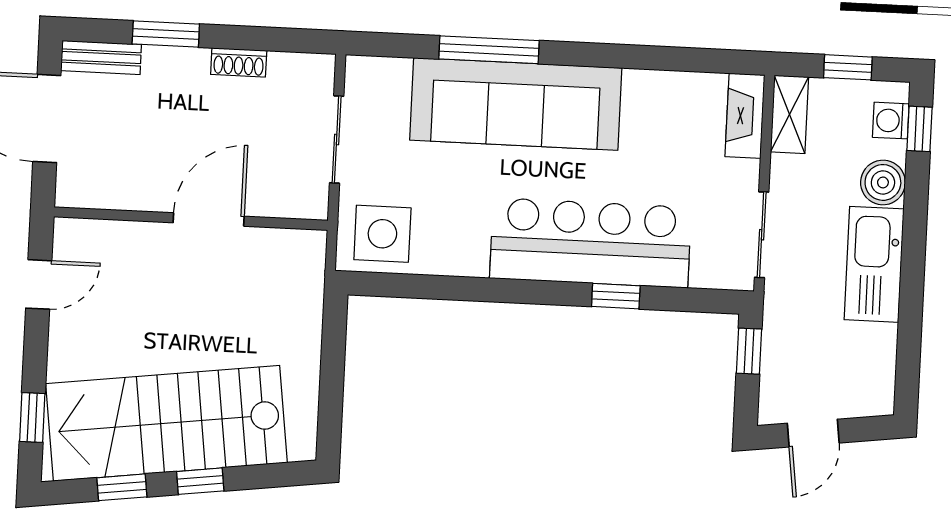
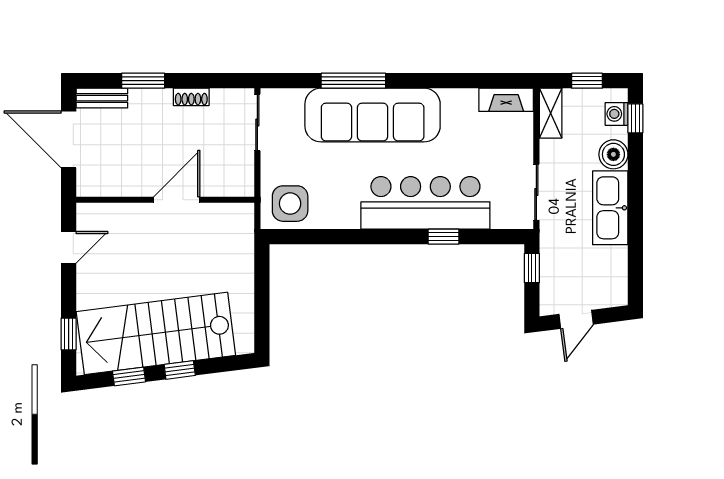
fireplace: (745, 116) -> (506, 100), moved, turned -90
sliding door: (337, 139) -> (257, 123), moved

